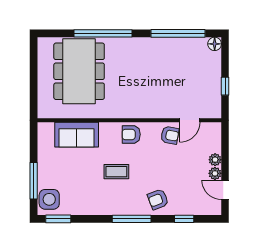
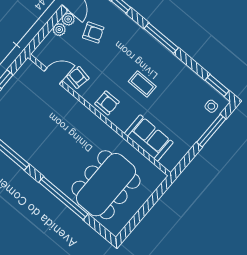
side table: (49, 199) -> (211, 106), width x0.54, depth x0.54
armchair: (158, 199) -> (93, 33), moved

